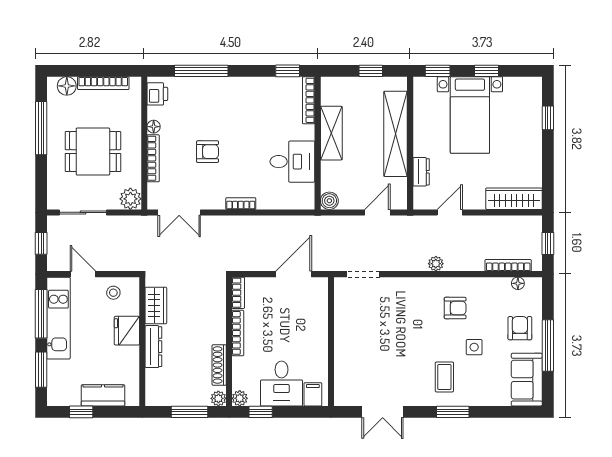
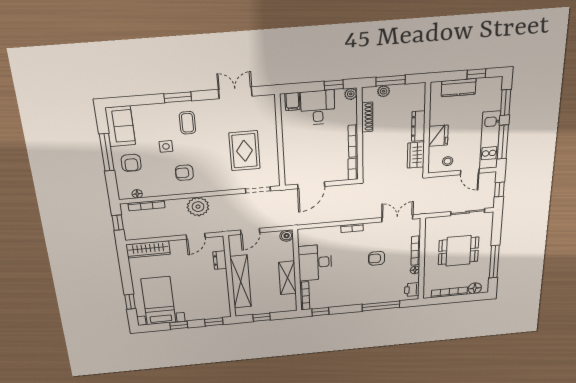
bed with nightstands: (470, 115) -> (158, 301), moved
desk: (292, 162) -> (315, 263), width x1.37
plant: (130, 199) -> (433, 224), removed
plant: (436, 264) -> (198, 207), width x1.88, depth x1.88
rug: (377, 332) -> (245, 151), added
plant: (218, 398) -> (384, 91), moved

